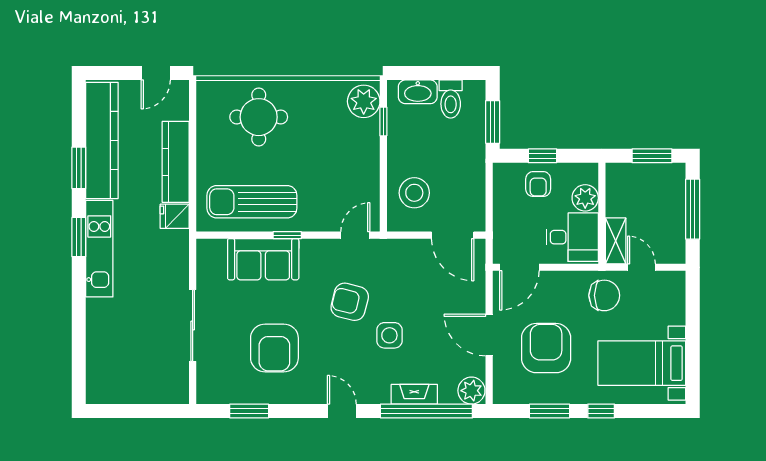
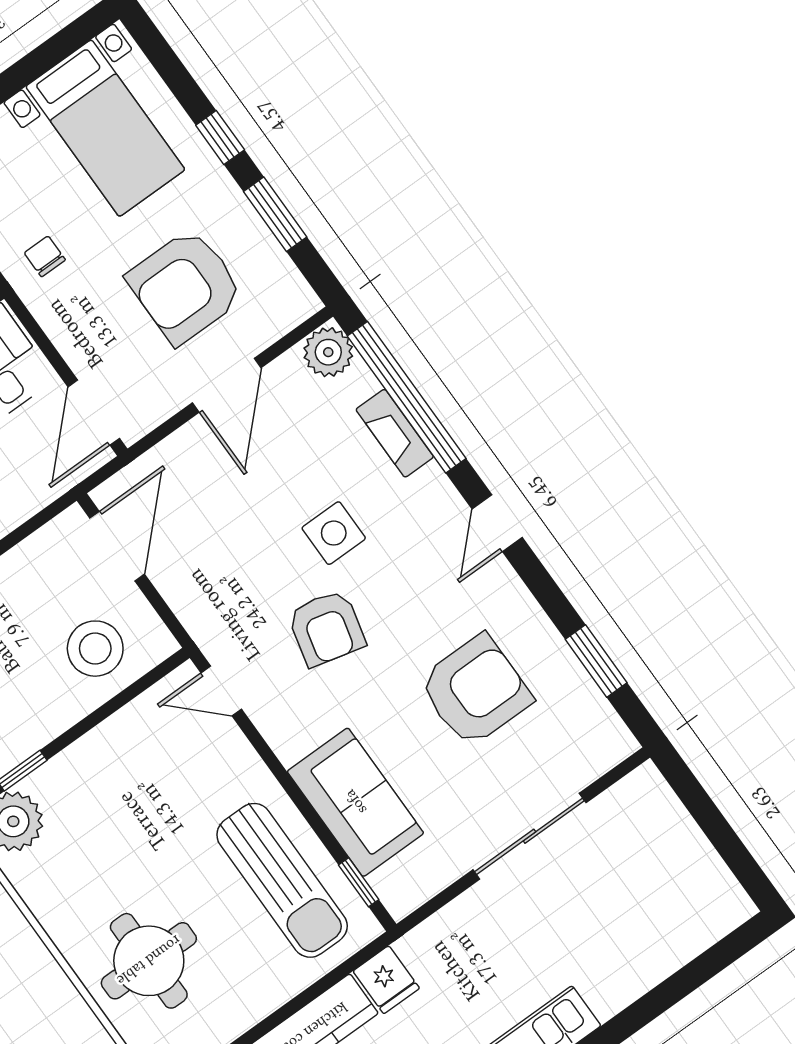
window: (287, 235) -> (359, 882), moved
door: (519, 267) -> (94, 413), swing flipped
chair: (604, 295) -> (45, 256), width x0.54, depth x0.54

